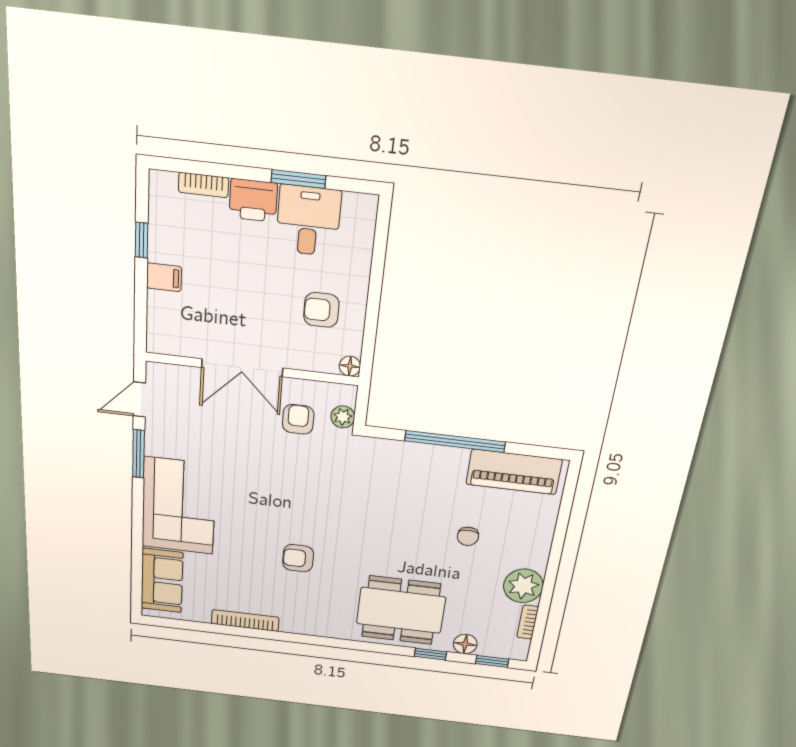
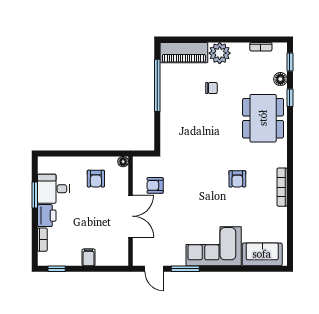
window: (142, 240) -> (57, 269), moved
plant: (343, 417) -> (151, 162), removed
window: (455, 441) -> (157, 85), moved
piano: (514, 472) -> (184, 53), moved, turned 90
plant: (523, 586) -> (220, 53), moved
bookcase: (245, 621) -> (282, 187), moved

